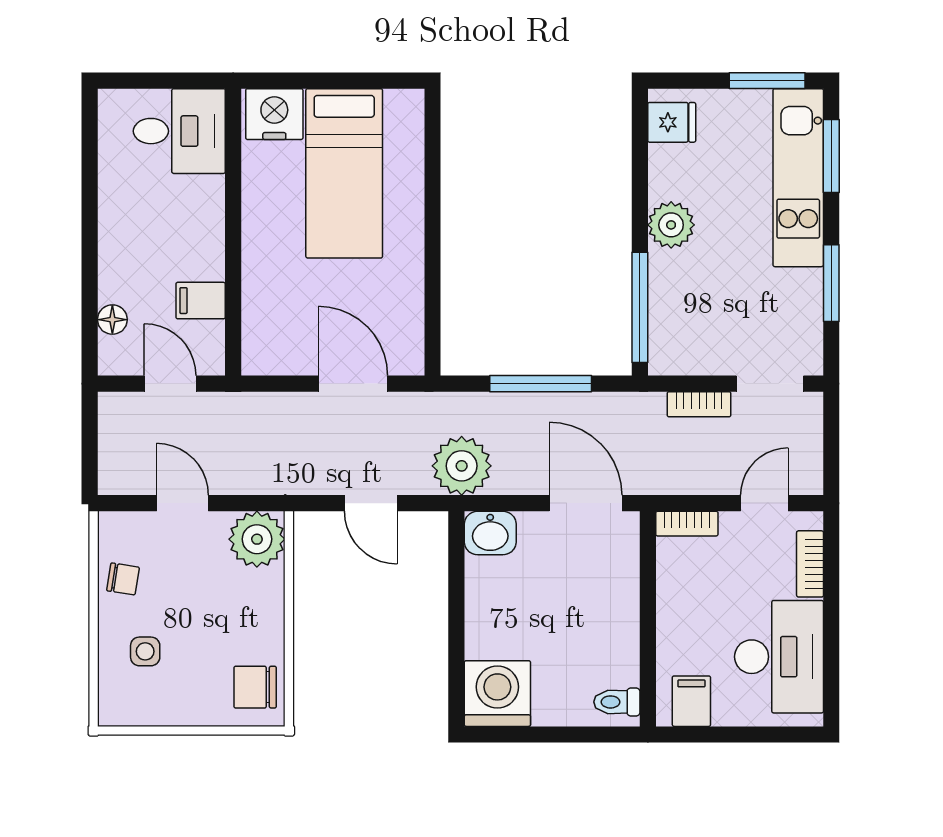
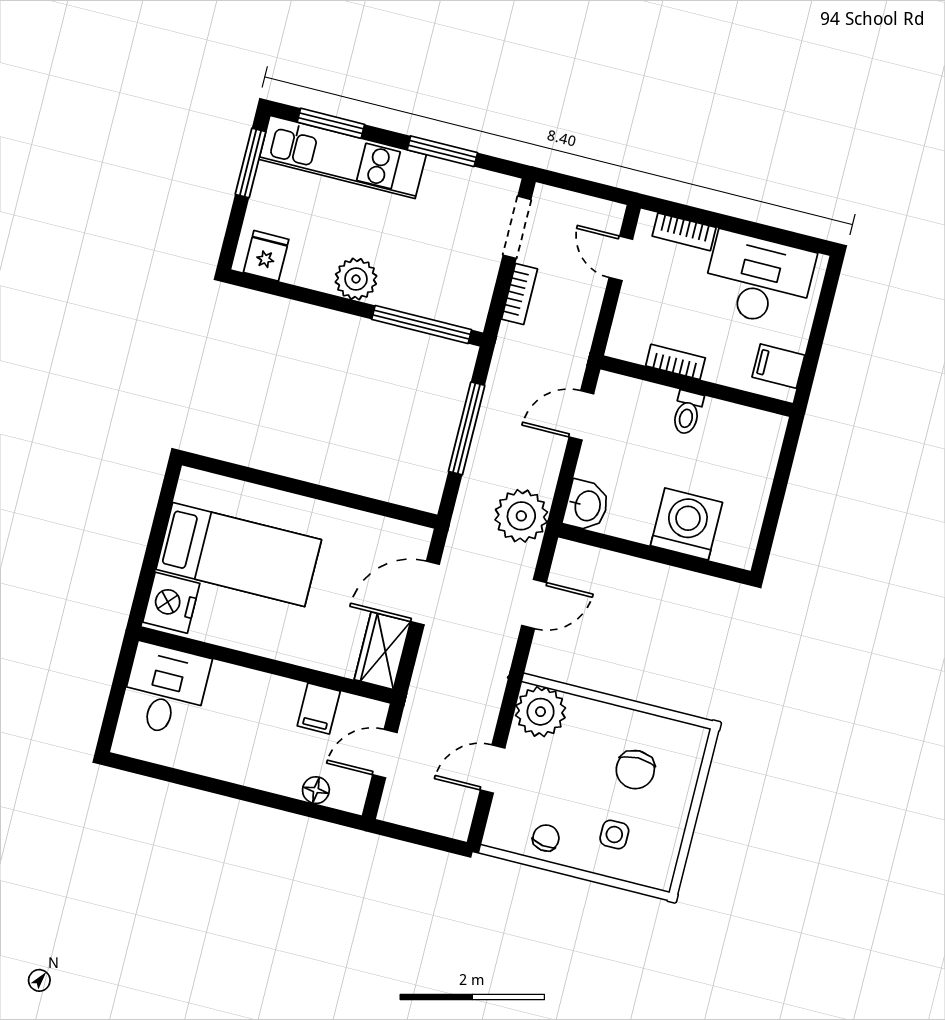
wardrobe: (280, 353) -> (382, 651), added
door: (586, 503) -> (581, 415), width x0.73
bookcase: (687, 524) -> (675, 362), moved, turned -90
chair: (255, 687) -> (635, 770), moved
washing machine: (497, 694) -> (687, 524), moved, turned 90
toilet: (617, 702) -> (687, 413), moved

